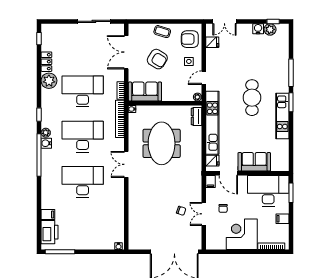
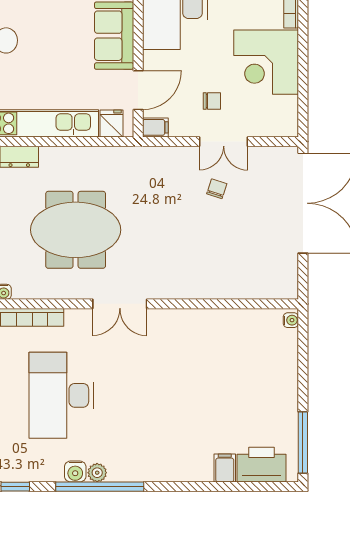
plant: (46, 133) -> (97, 473), moved
desk: (83, 182) -> (156, 395), removed

